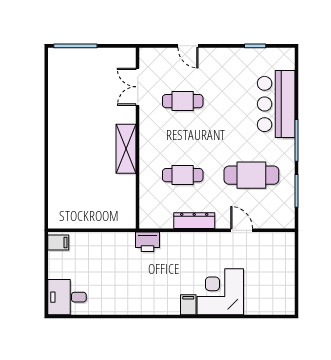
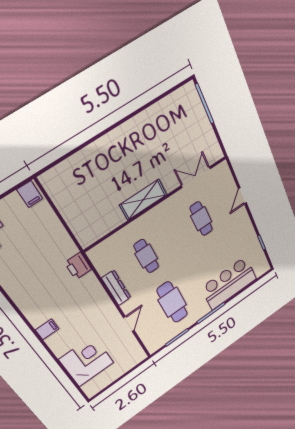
corner desk: (220, 292) -> (87, 361), moved

